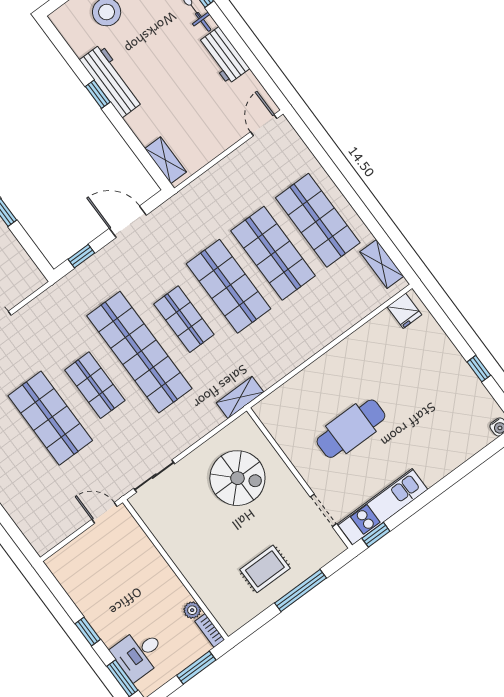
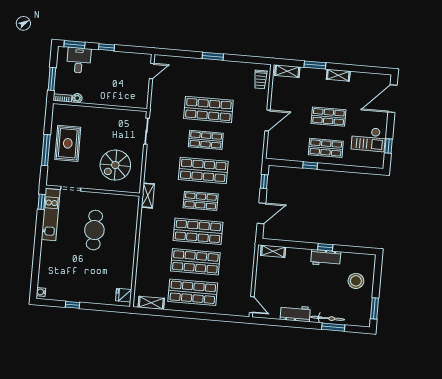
workbench: (111, 81) -> (326, 258), width x0.73
shop shelf: (139, 352) -> (203, 170), width x0.71
door: (105, 513) -> (152, 71), moved
rug: (265, 569) -> (68, 143), width x1.36, depth x1.43

